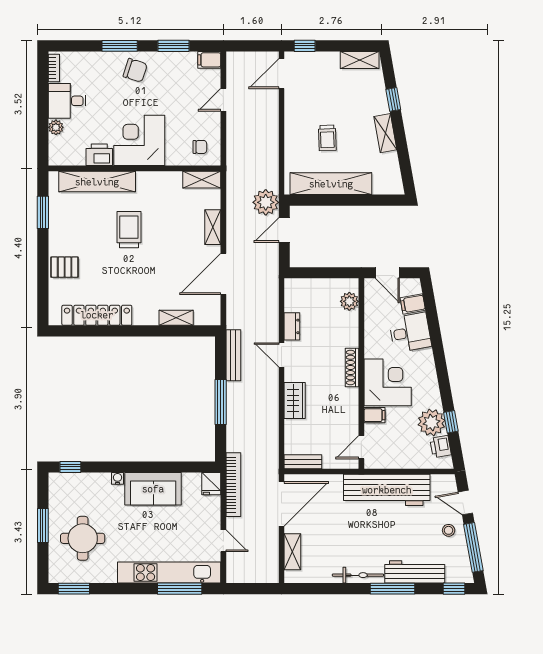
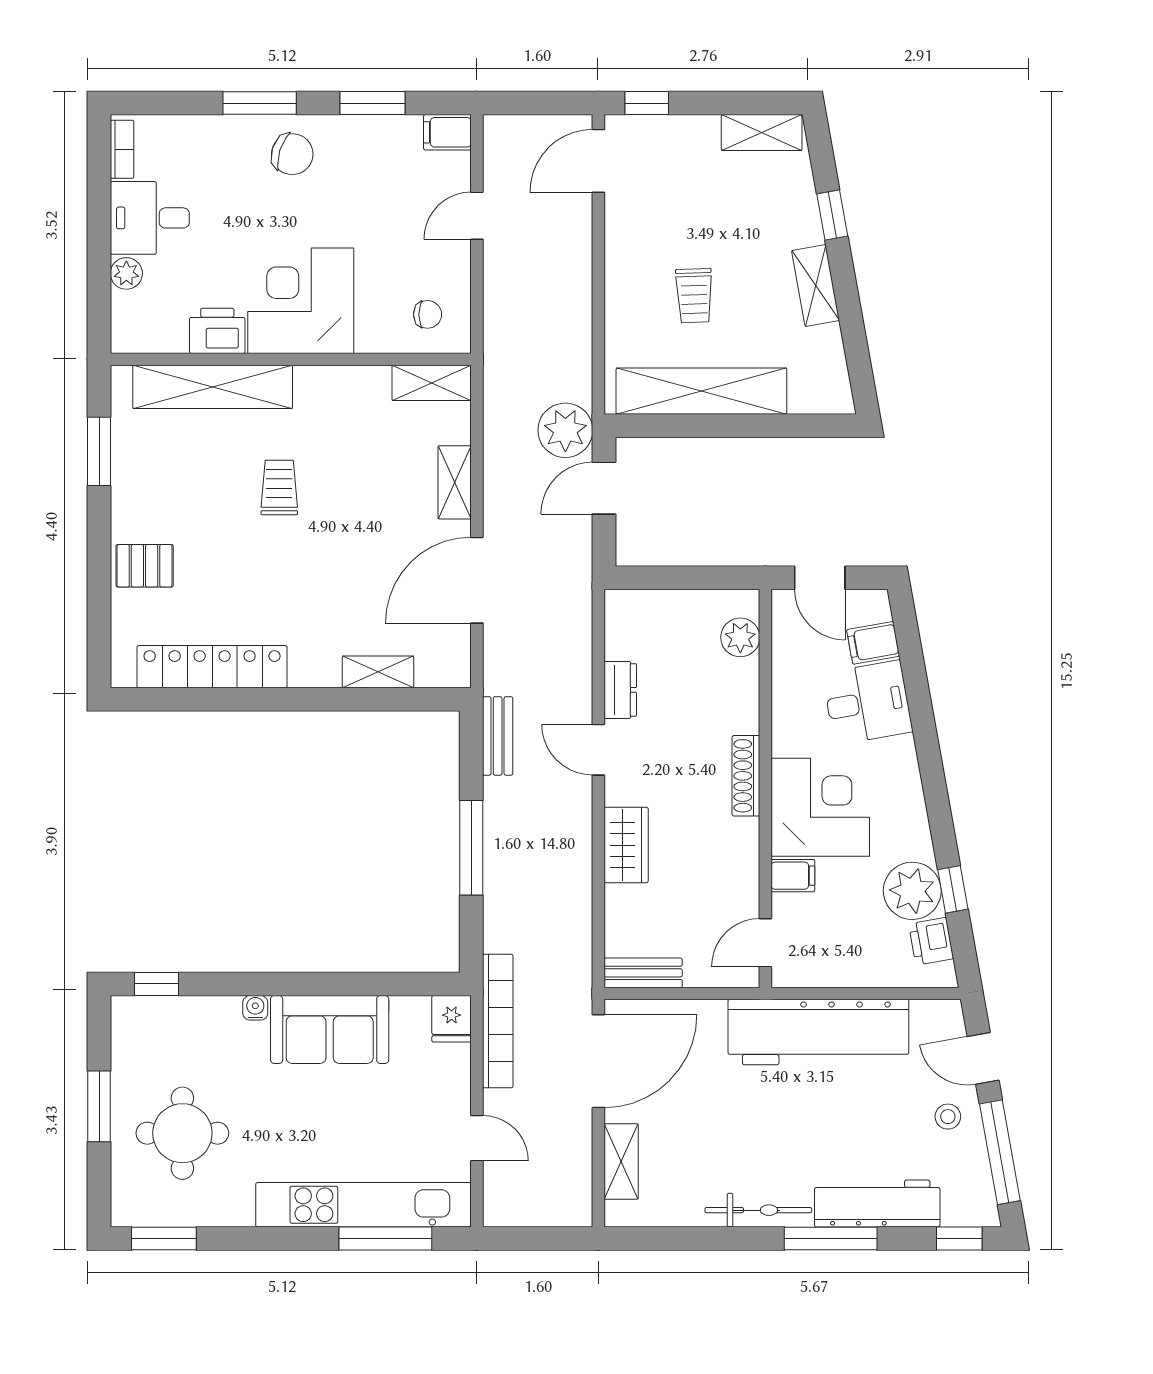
trolley: (129, 230) -> (279, 488), width x0.73, depth x0.72
bench: (233, 355) -> (498, 736), width x0.73

